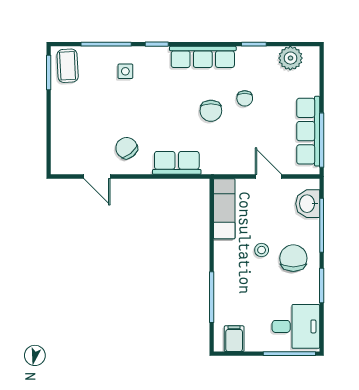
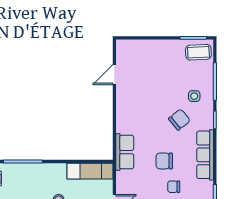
chair: (127, 148) -> (179, 120), moved
row of seats: (177, 163) -> (125, 152), moved

